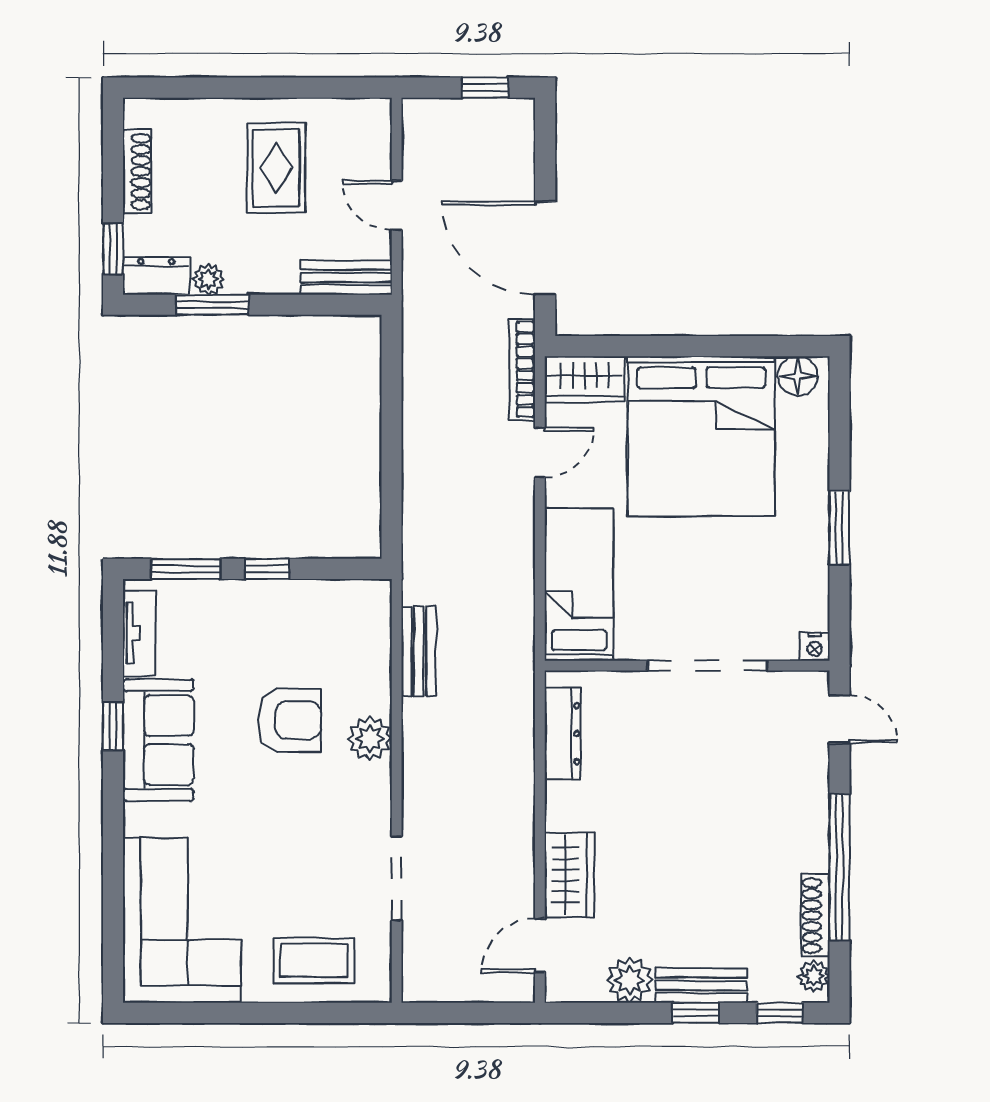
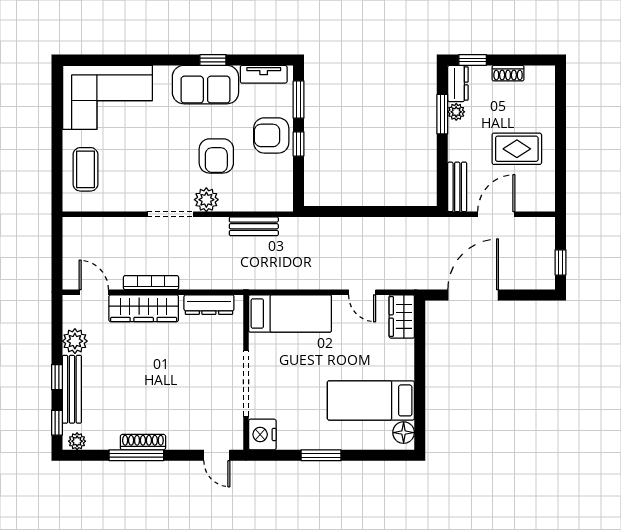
shoe rack: (137, 171) -> (508, 73), width x0.70
door: (397, 206) -> (496, 214), width x1.38
bookcase: (522, 369) -> (151, 283), moved
bed: (701, 436) -> (371, 400), width x0.49
armchair: (252, 619) -> (271, 135), added
nightstand: (815, 647) -> (262, 435), width x1.89, depth x1.79
door: (839, 719) -> (217, 455), hinge flipped
window: (839, 867) -> (136, 455), width x0.68
wardrobe: (569, 875) -> (144, 308), width x1.50
doorway: (397, 878) -> (170, 214), moved
shoe rack: (815, 916) -> (143, 442), moved
bench: (702, 985) -> (72, 389), width x1.36

